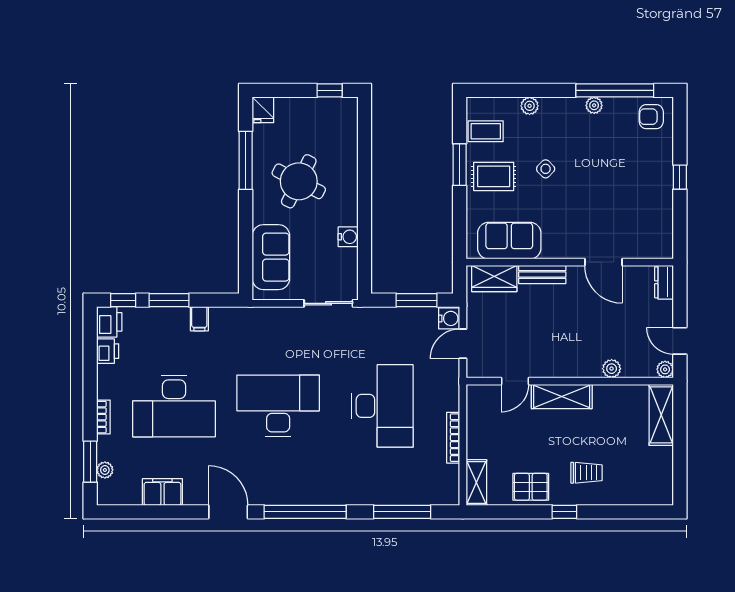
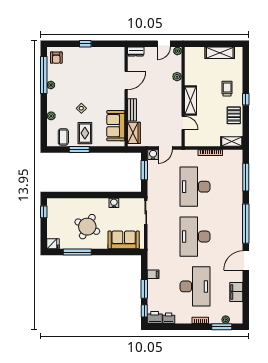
door: (463, 344) -> (165, 148), hinge flipped
desk: (382, 406) -> (195, 187), turned -90
shelving: (661, 415) -> (220, 53), moved

